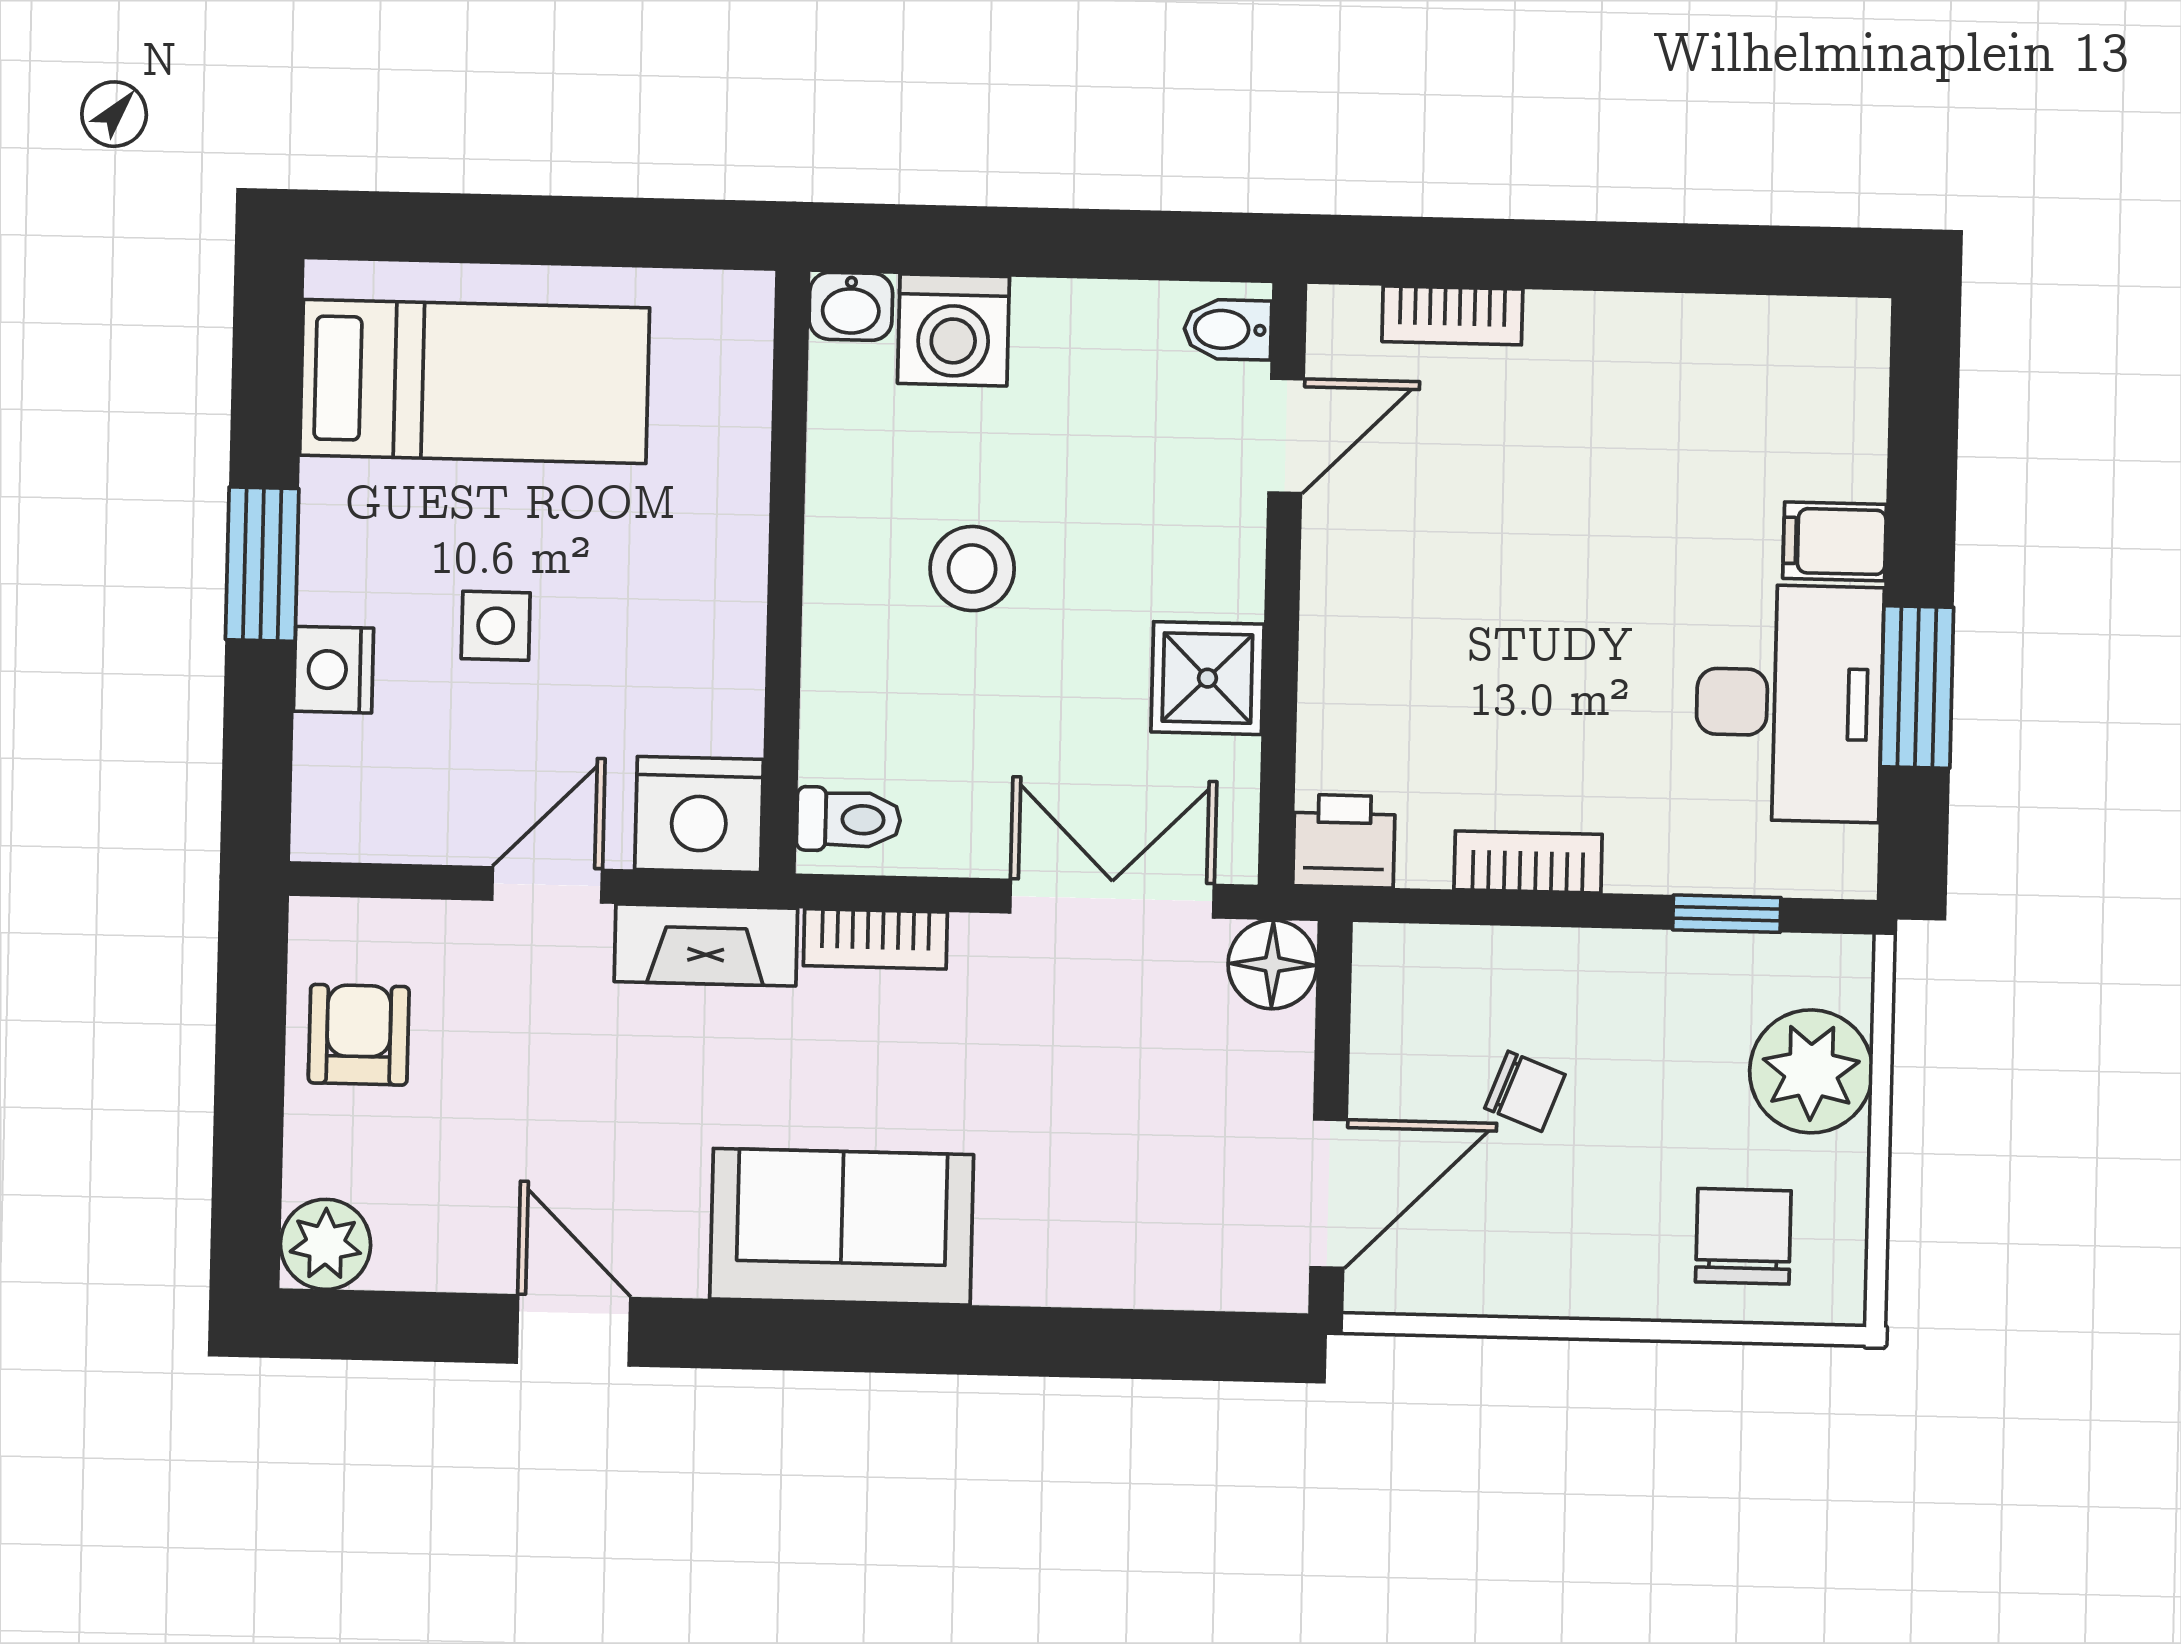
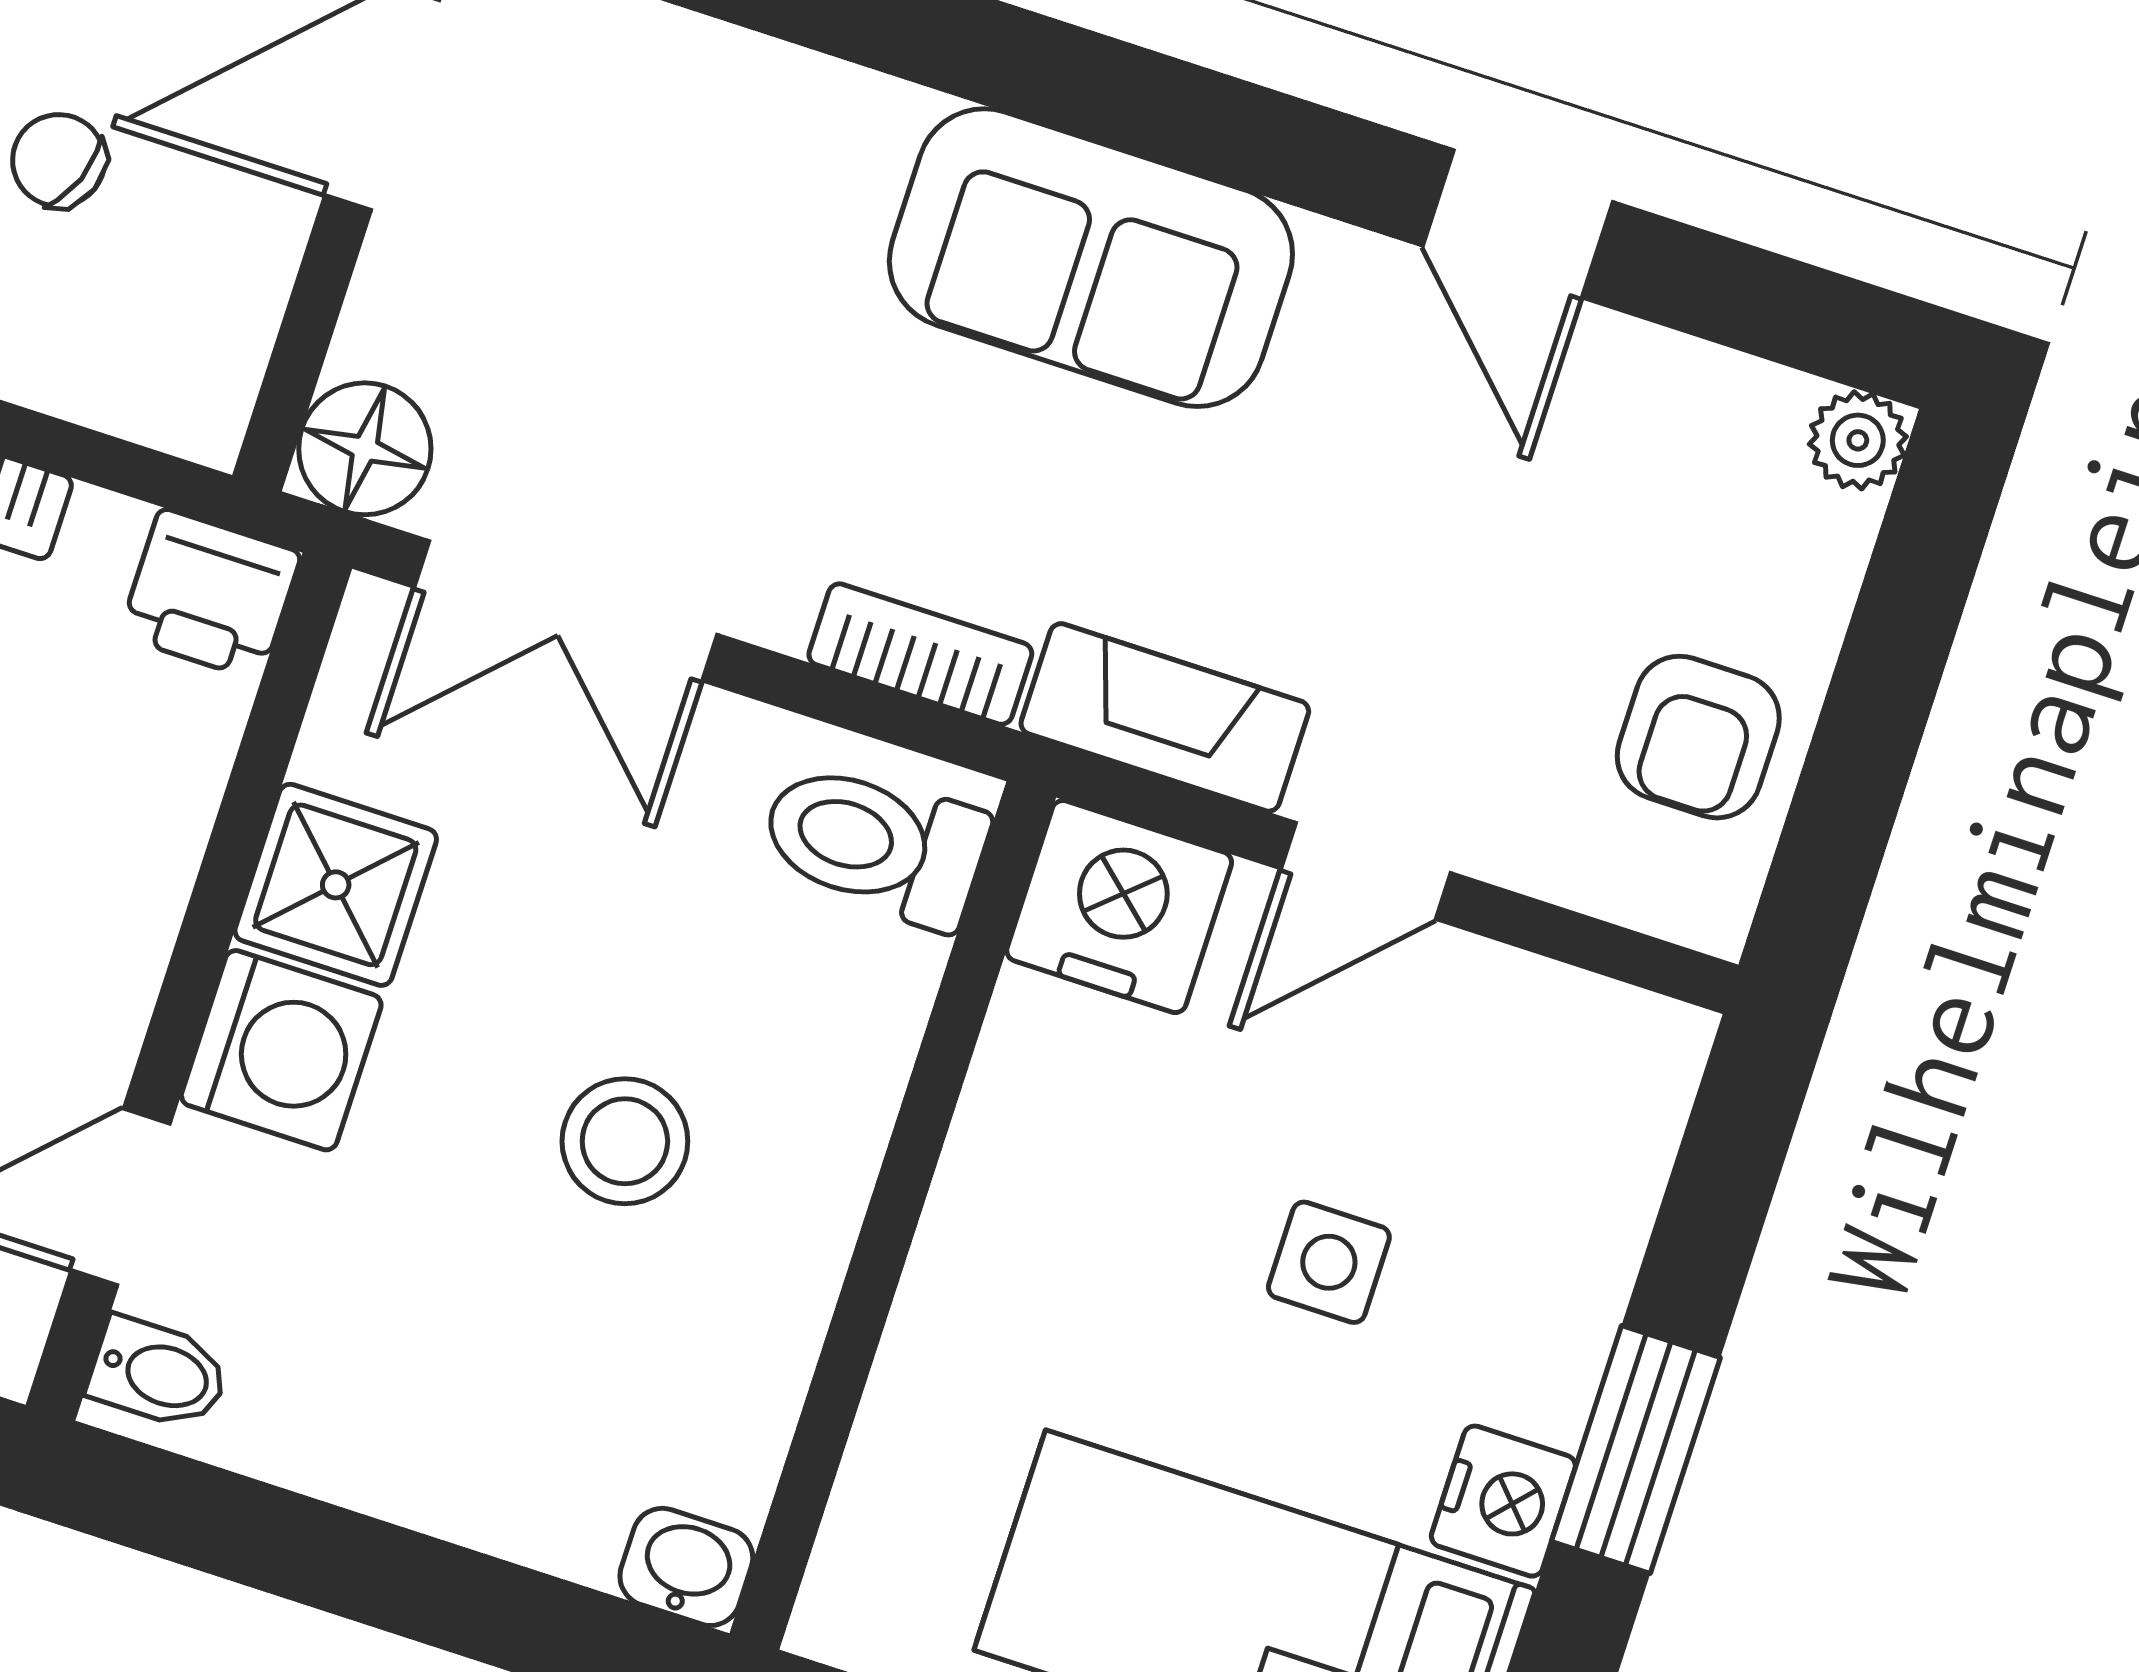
washing machine: (953, 330) -> (281, 1050), moved, turned 90
nightstand: (334, 670) -> (1503, 1501), moved
toilet: (849, 819) -> (874, 843), width x1.37, depth x1.39
plant: (326, 1244) -> (1858, 440), width x0.73, depth x0.73

